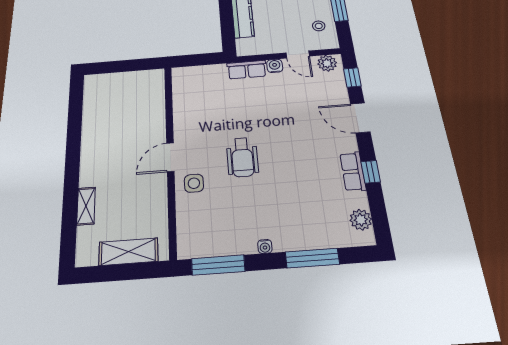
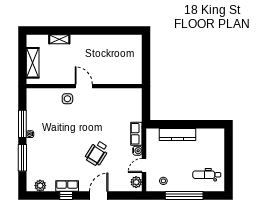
window: (352, 77) -> (125, 195), removed
wheelchair: (242, 157) -> (97, 153), moved, turned -58
window: (218, 265) -> (22, 124), moved

